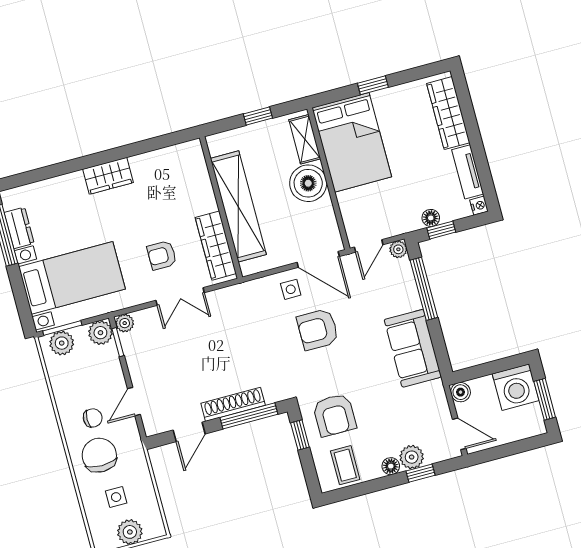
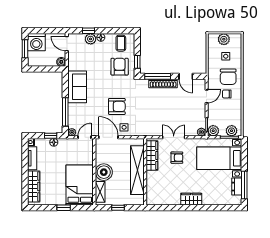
washing machine: (516, 387) -> (36, 42), moved, turned 180
door: (189, 432) -> (186, 76), swing flipped

